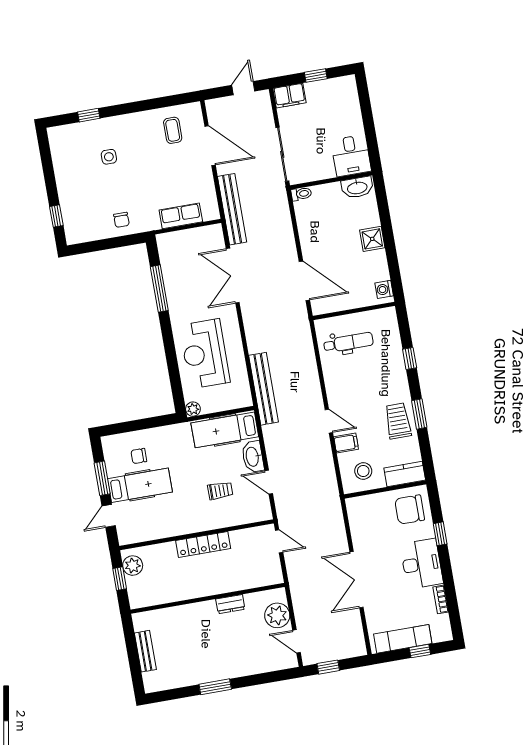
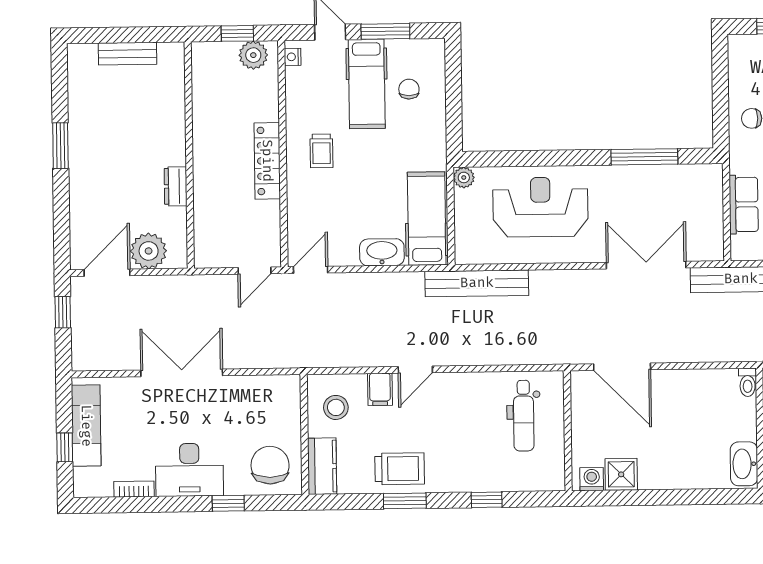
shower: (372, 239) -> (621, 474), moved
door: (304, 281) -> (622, 367), hinge flipped
door: (269, 482) -> (311, 270), moved
trolley: (220, 491) -> (321, 151), moved
nightstand: (130, 539) -> (293, 57), added
door: (297, 641) -> (107, 273), width x1.38

